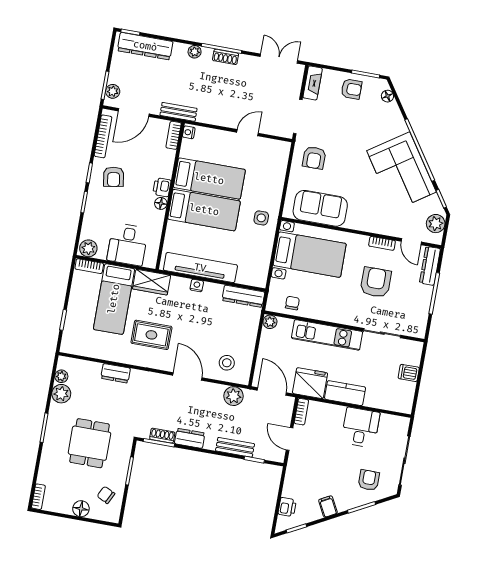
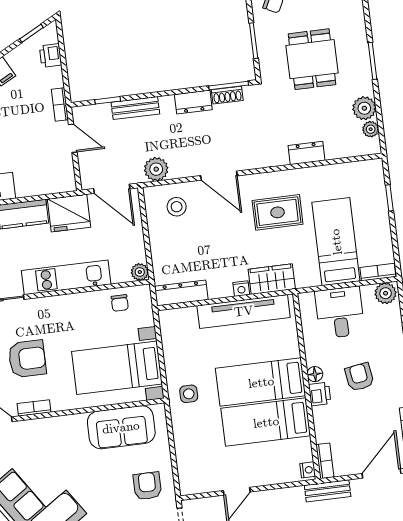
armchair: (114, 177) -> (359, 377), moved
wardrobe: (152, 282) -> (272, 279), moved
armchair: (376, 282) -> (27, 359), turned -90
bookcase: (301, 412) -> (60, 105), moved

